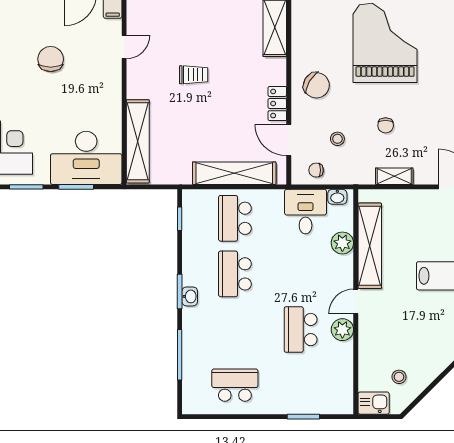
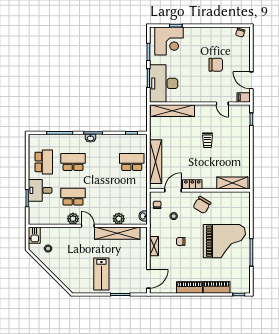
desk: (306, 212) -> (40, 190), moved, turned 180
school desk: (235, 274) -> (73, 162), moved

